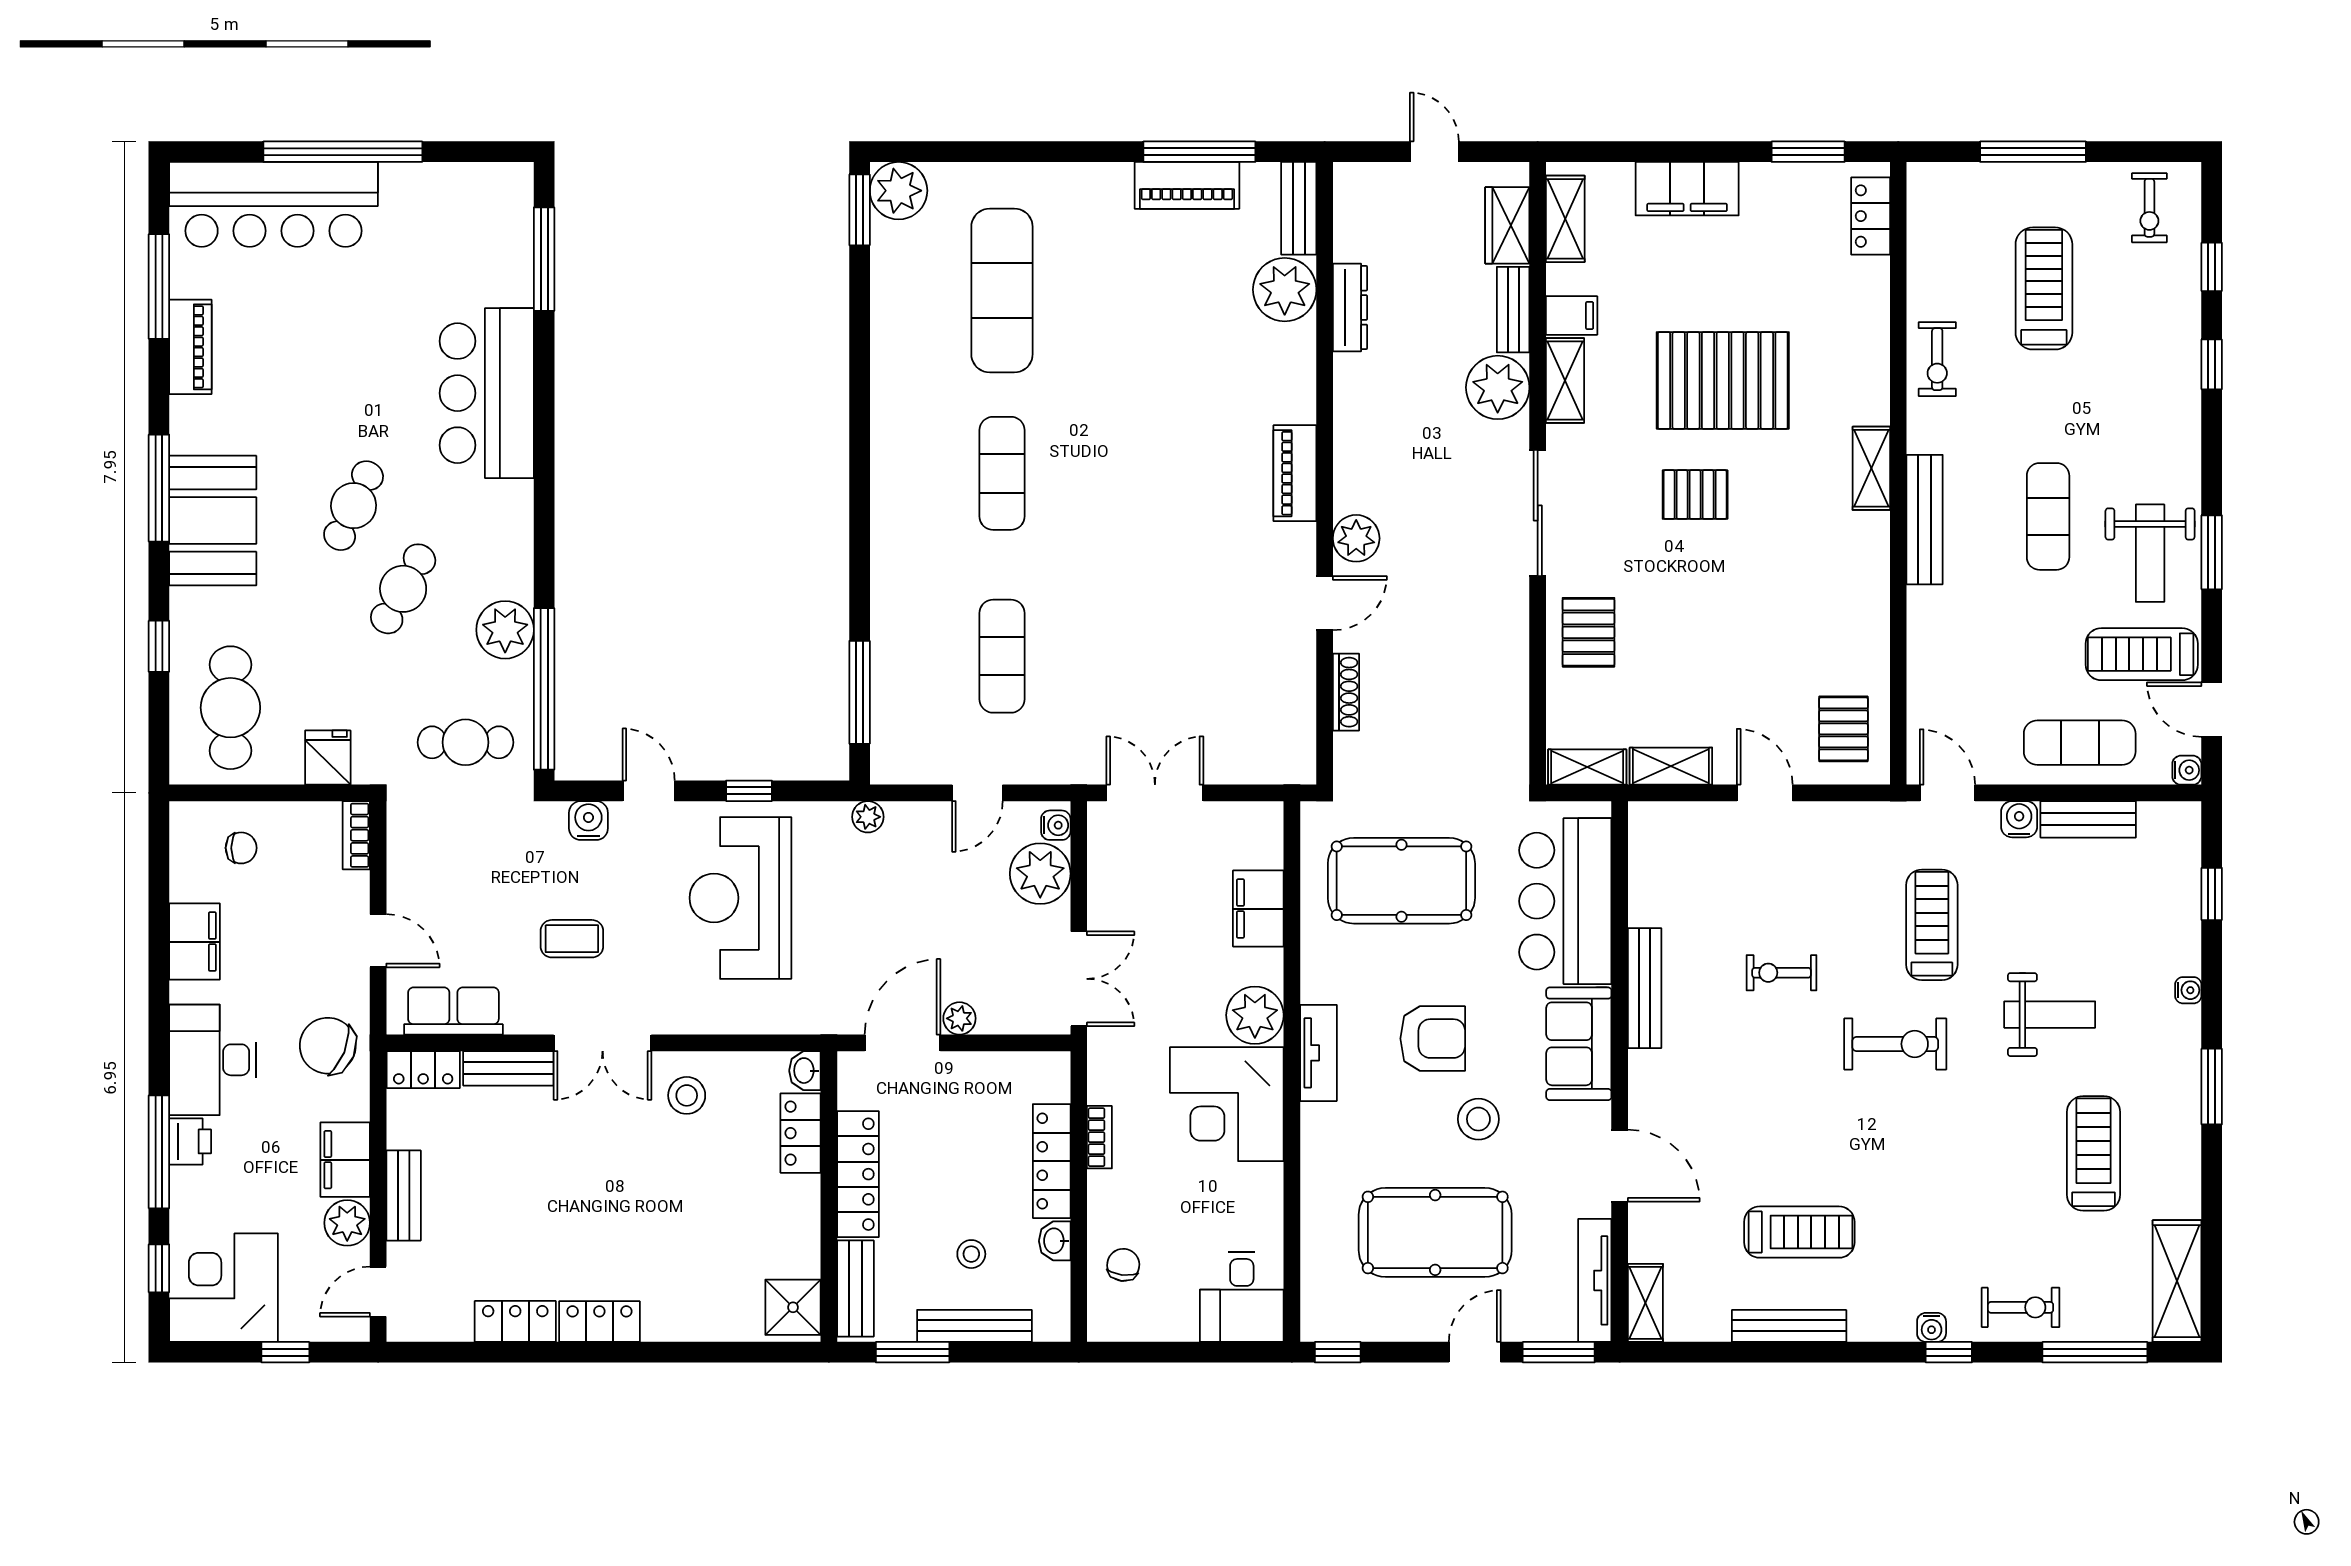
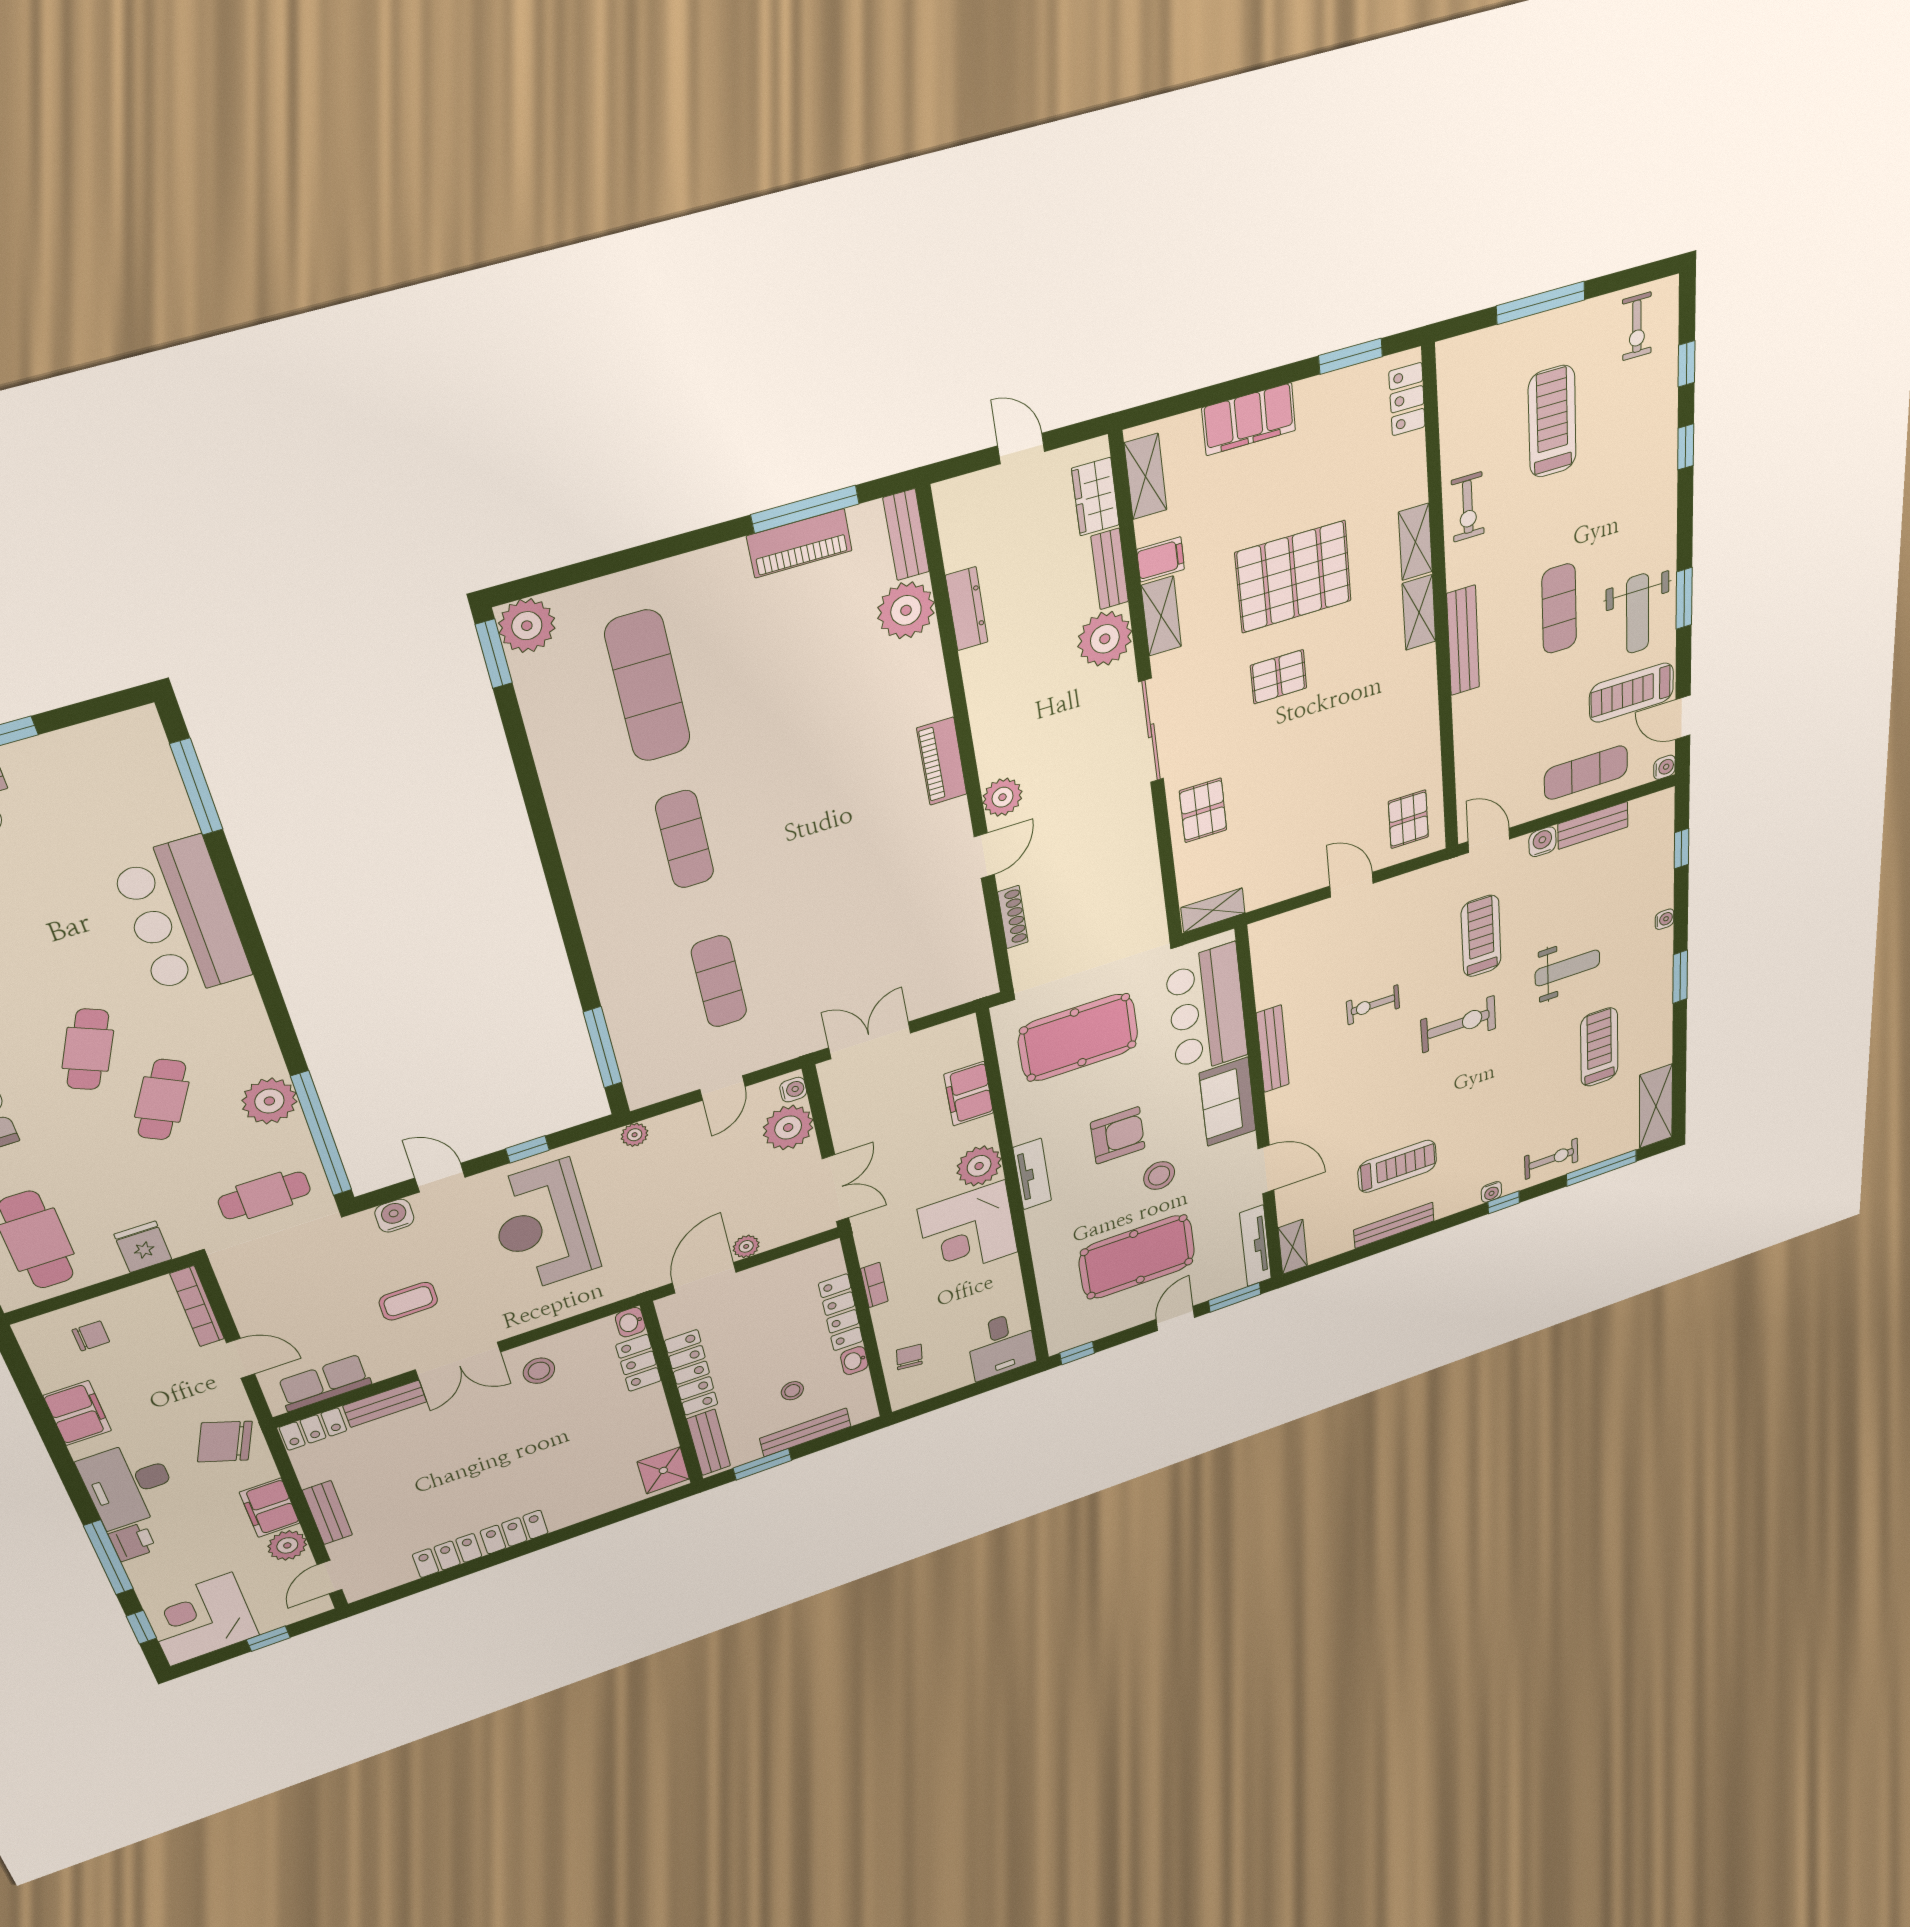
shelving: (1671, 766) -> (1415, 542), moved, turned 90
bookcase: (356, 835) -> (197, 1306), width x1.56

